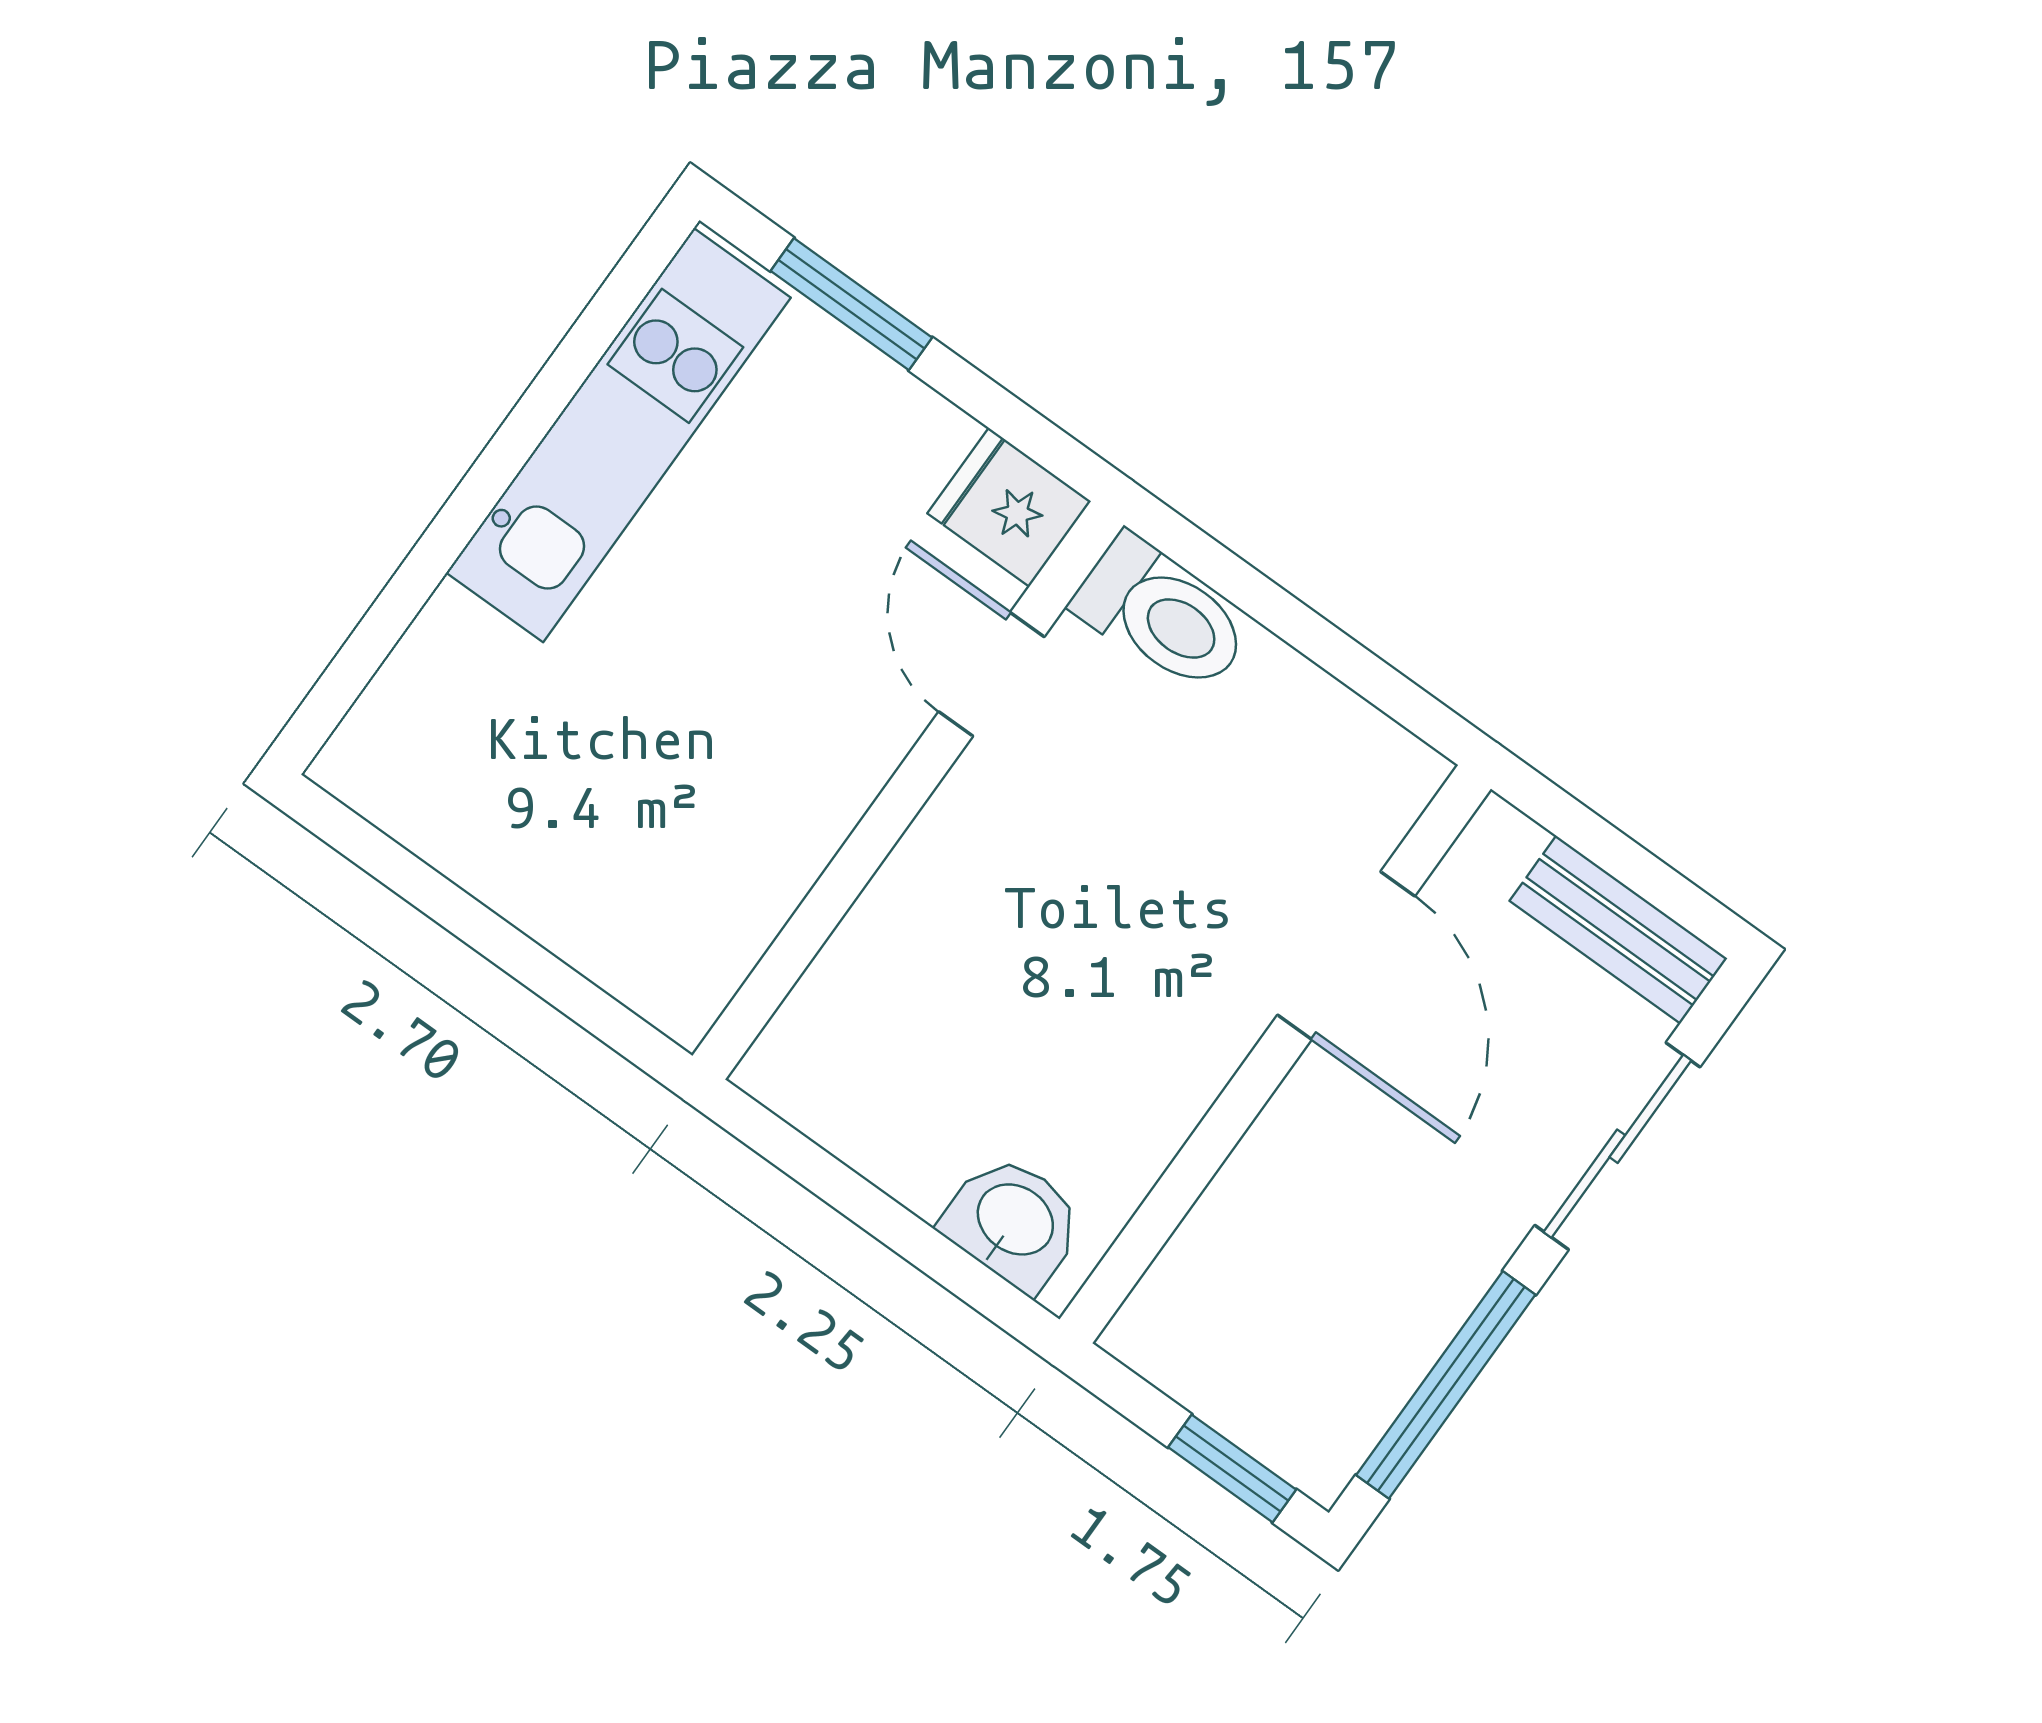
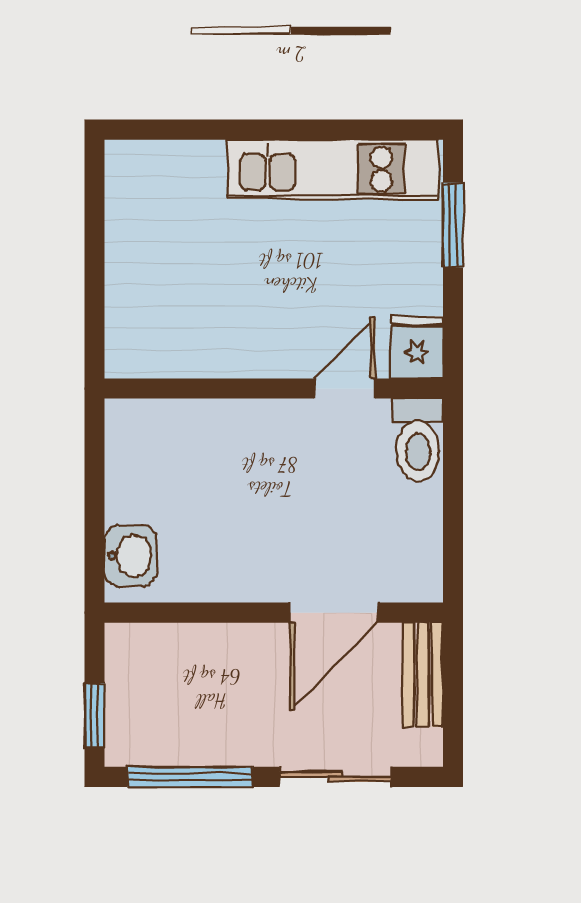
bench: (1618, 930) -> (423, 675), moved

